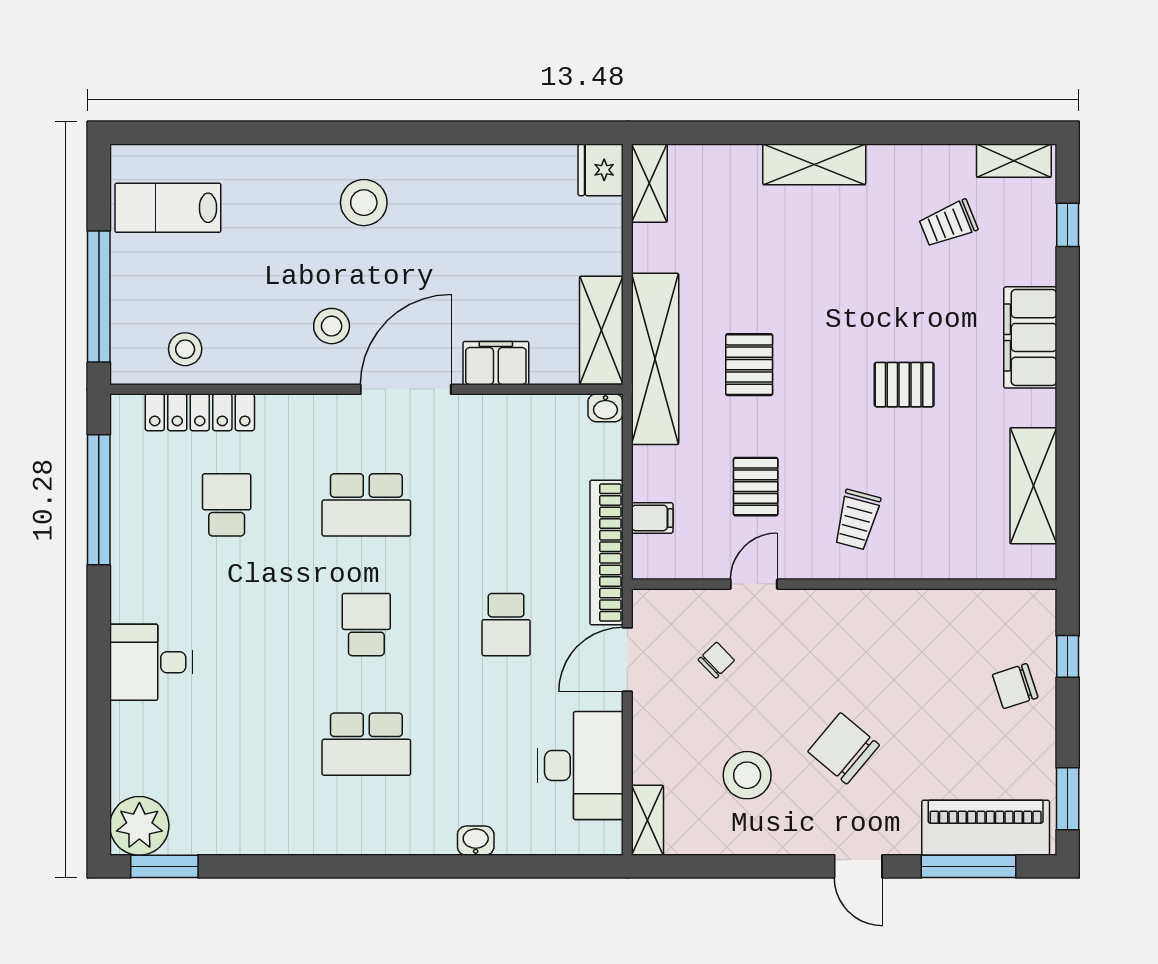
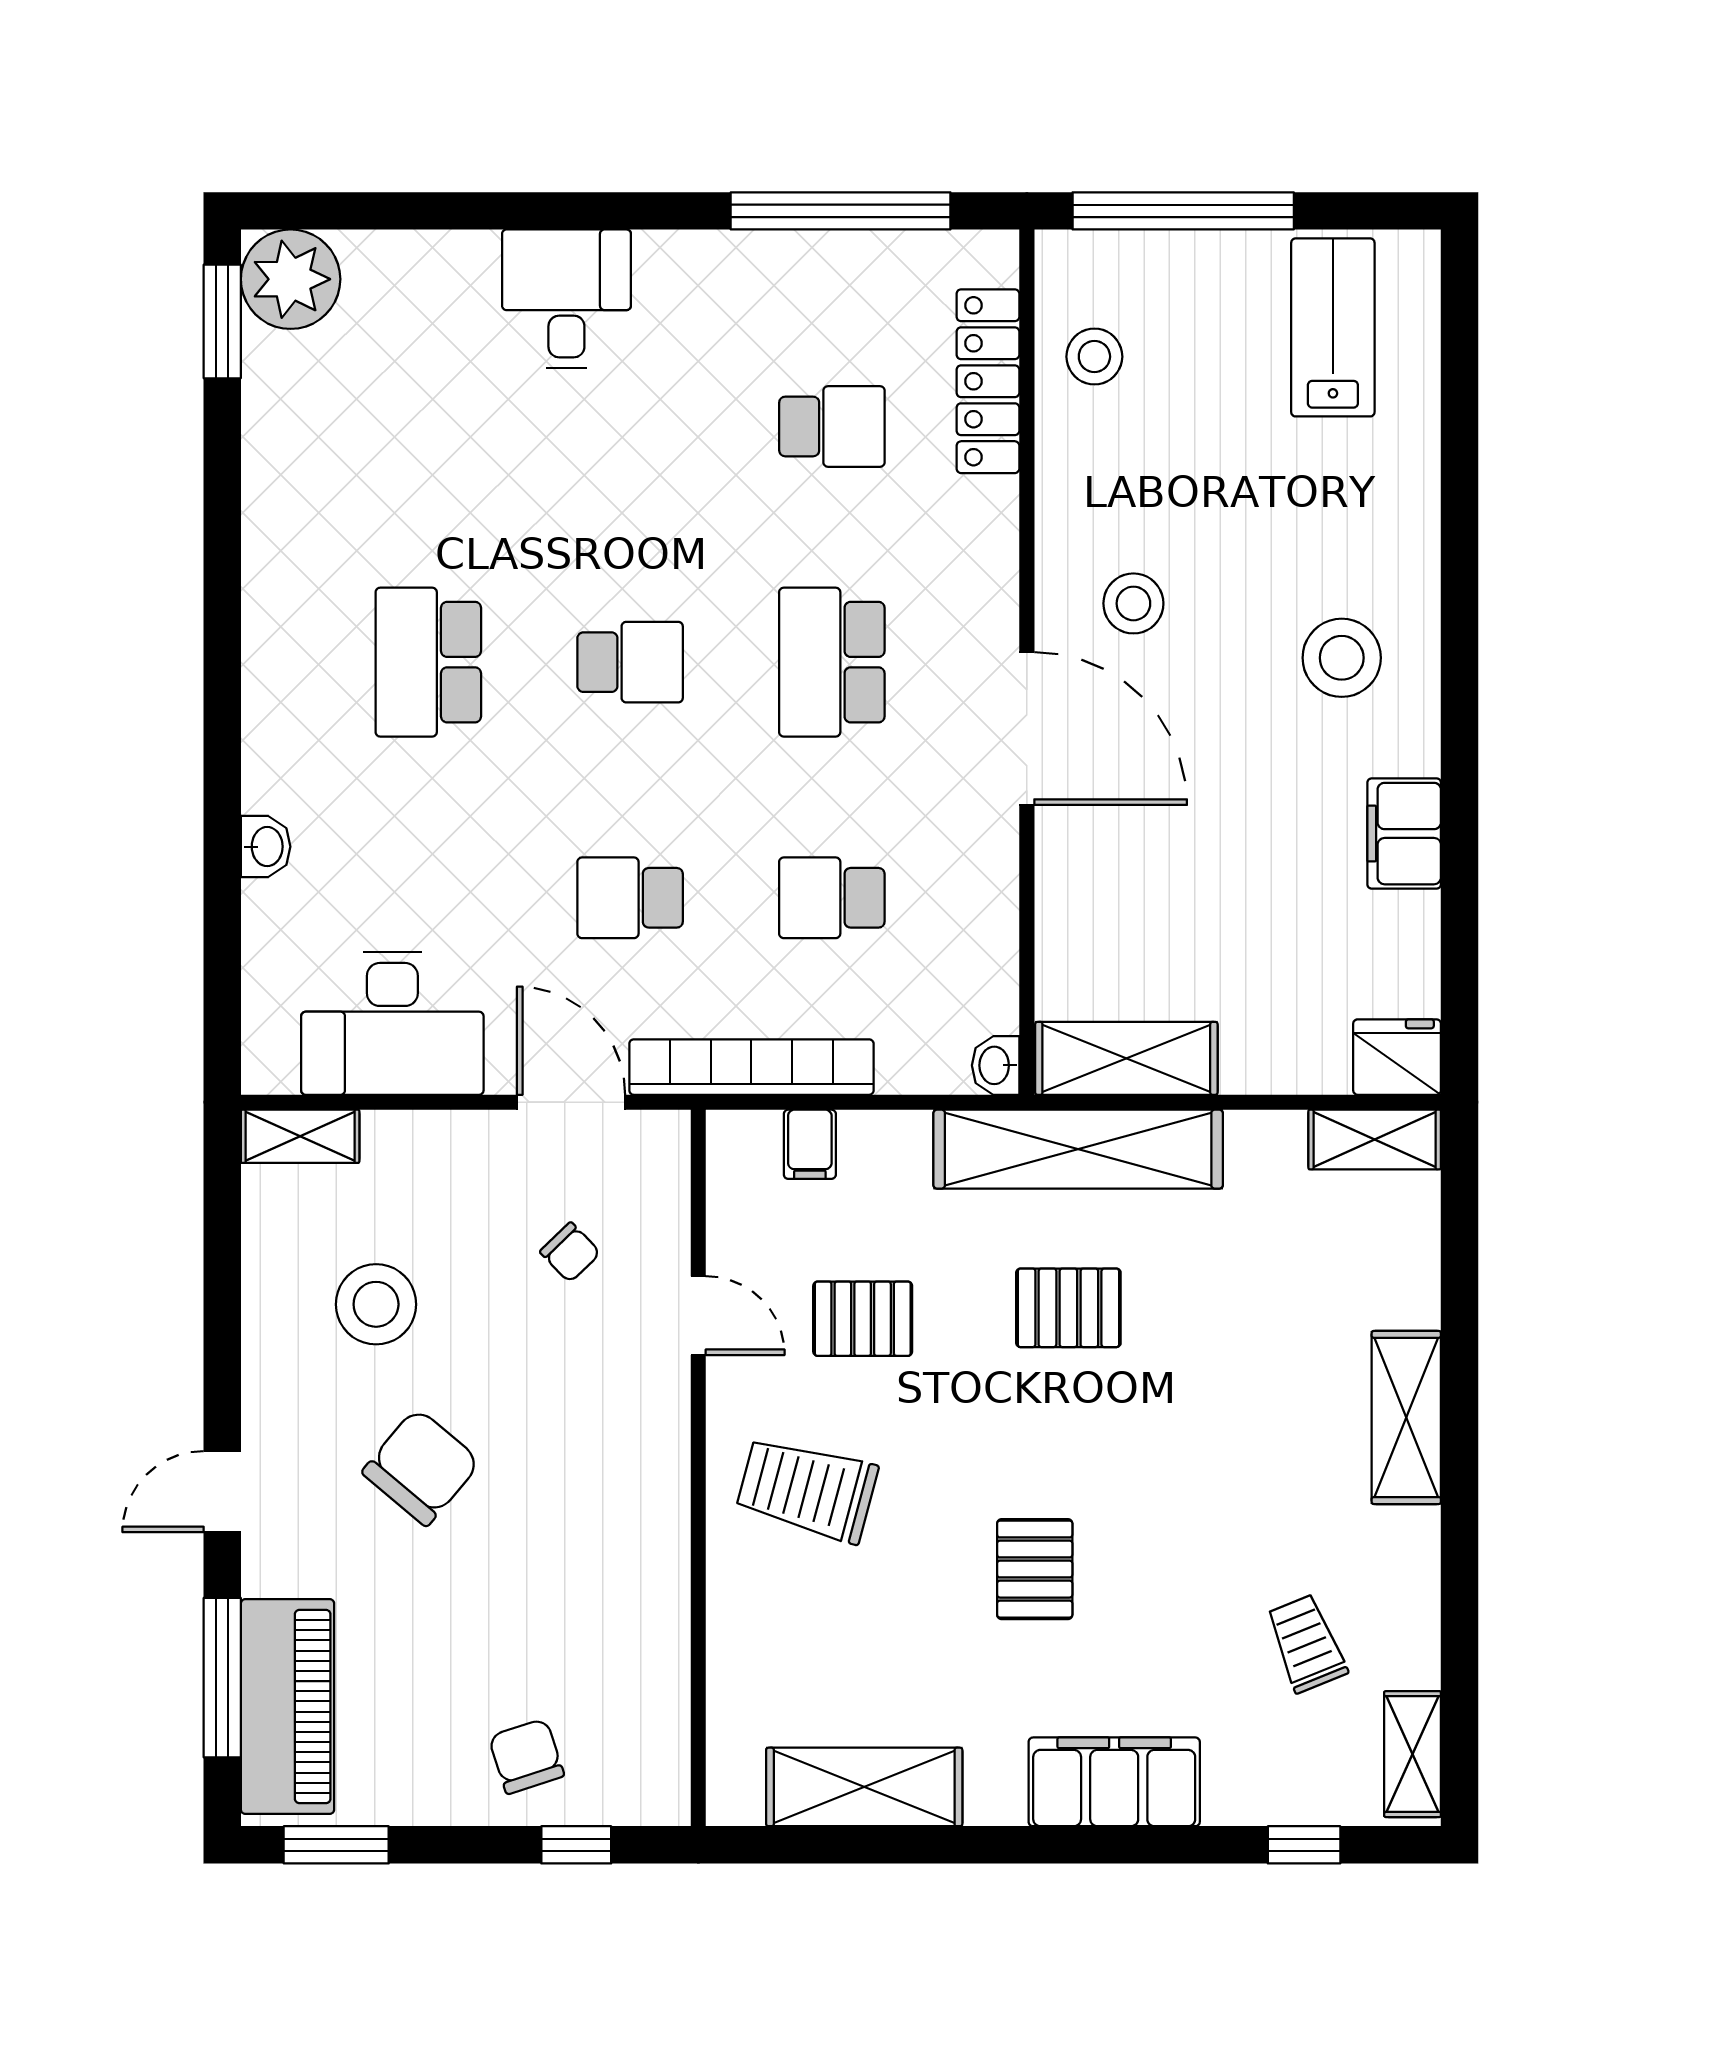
filing cabinet: (496, 363) -> (1404, 834), moved, turned 180
school desk: (506, 505) -> (832, 898), added
trolley: (857, 520) -> (807, 1489), width x1.36, depth x1.39

